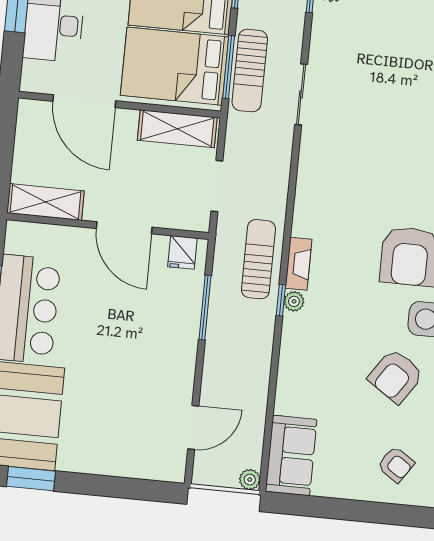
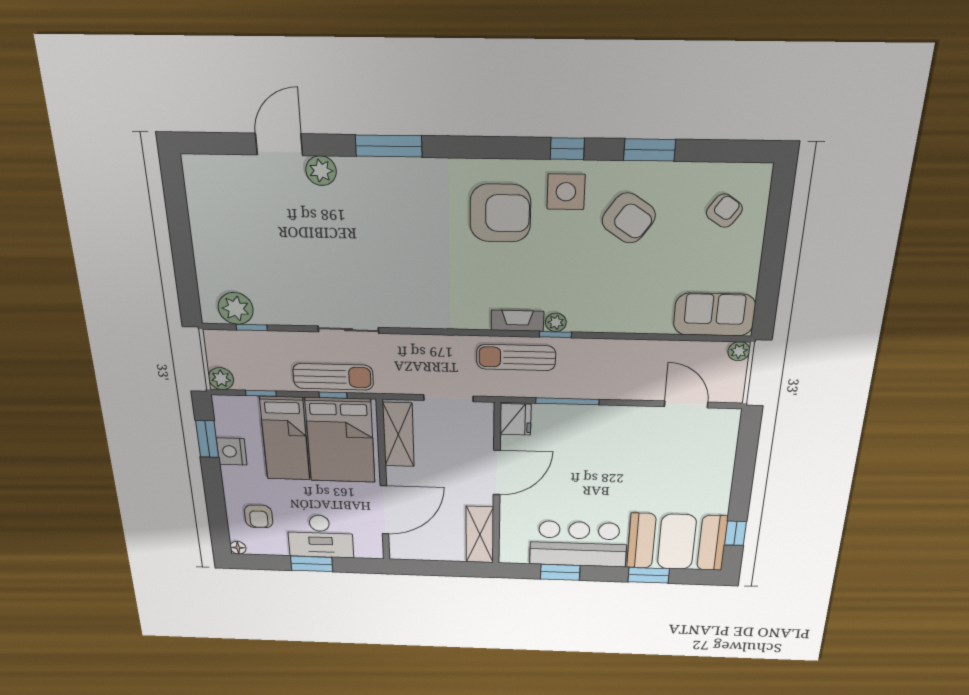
window: (229, 67) -> (333, 395), width x0.46
fridge: (182, 252) -> (515, 419), width x1.38
window: (31, 479) -> (735, 533), width x0.67

